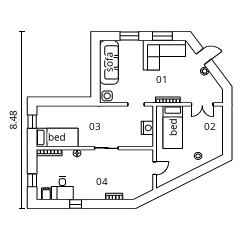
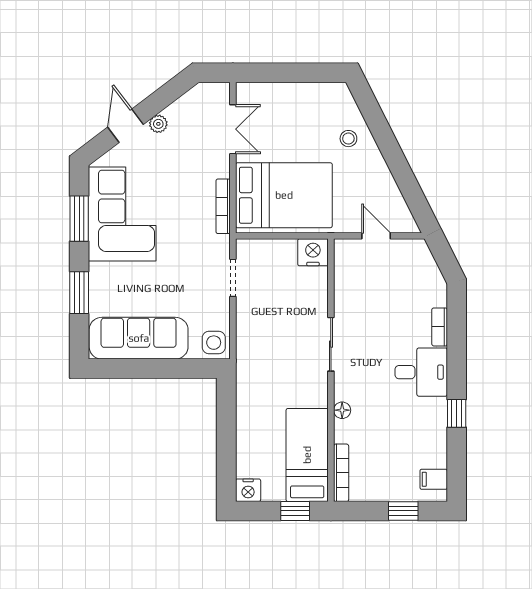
nightstand: (41, 111) -> (248, 490), added
window: (32, 122) -> (295, 511), moved
bed: (173, 127) -> (284, 195), width x1.50
nightstand: (147, 128) -> (313, 252), moved
desk: (62, 188) -> (421, 372), moved

